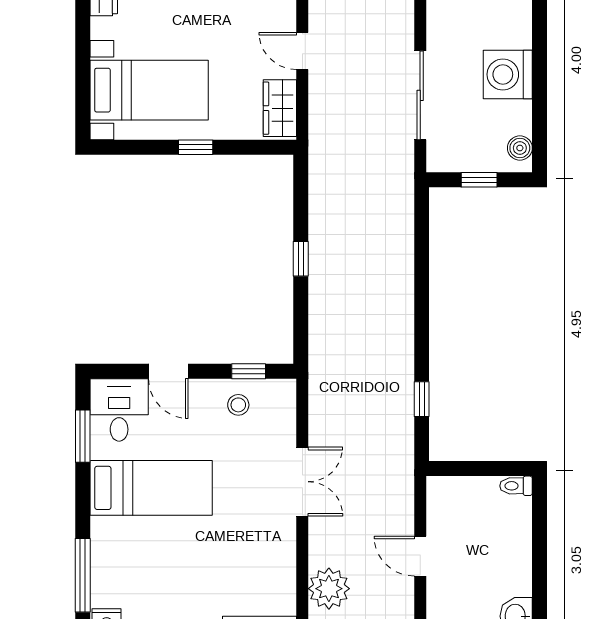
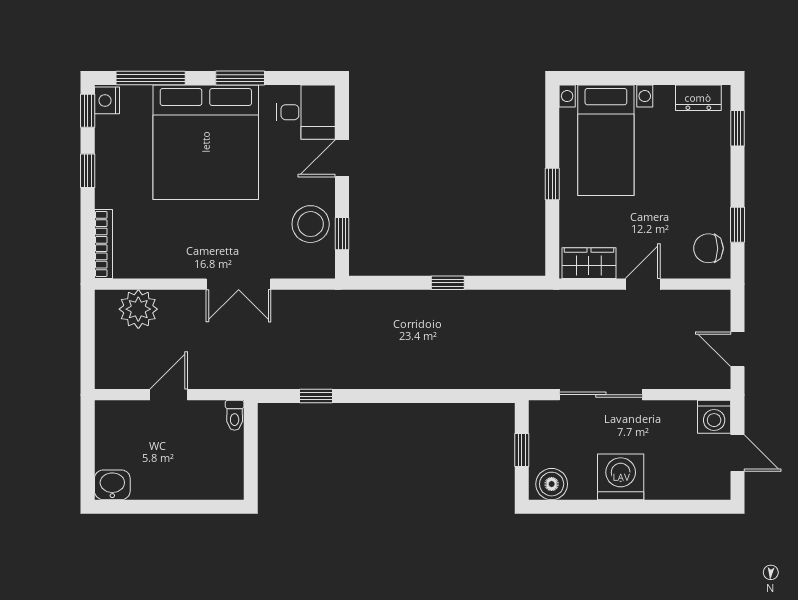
boiler: (520, 148) -> (552, 484), width x1.36, depth x1.36
stool: (238, 405) -> (311, 224), width x1.89, depth x1.89
window: (83, 436) -> (240, 78), moved
toilet: (516, 486) -> (235, 415), moved, turned 180
bed: (151, 488) -> (206, 142), width x2.04

